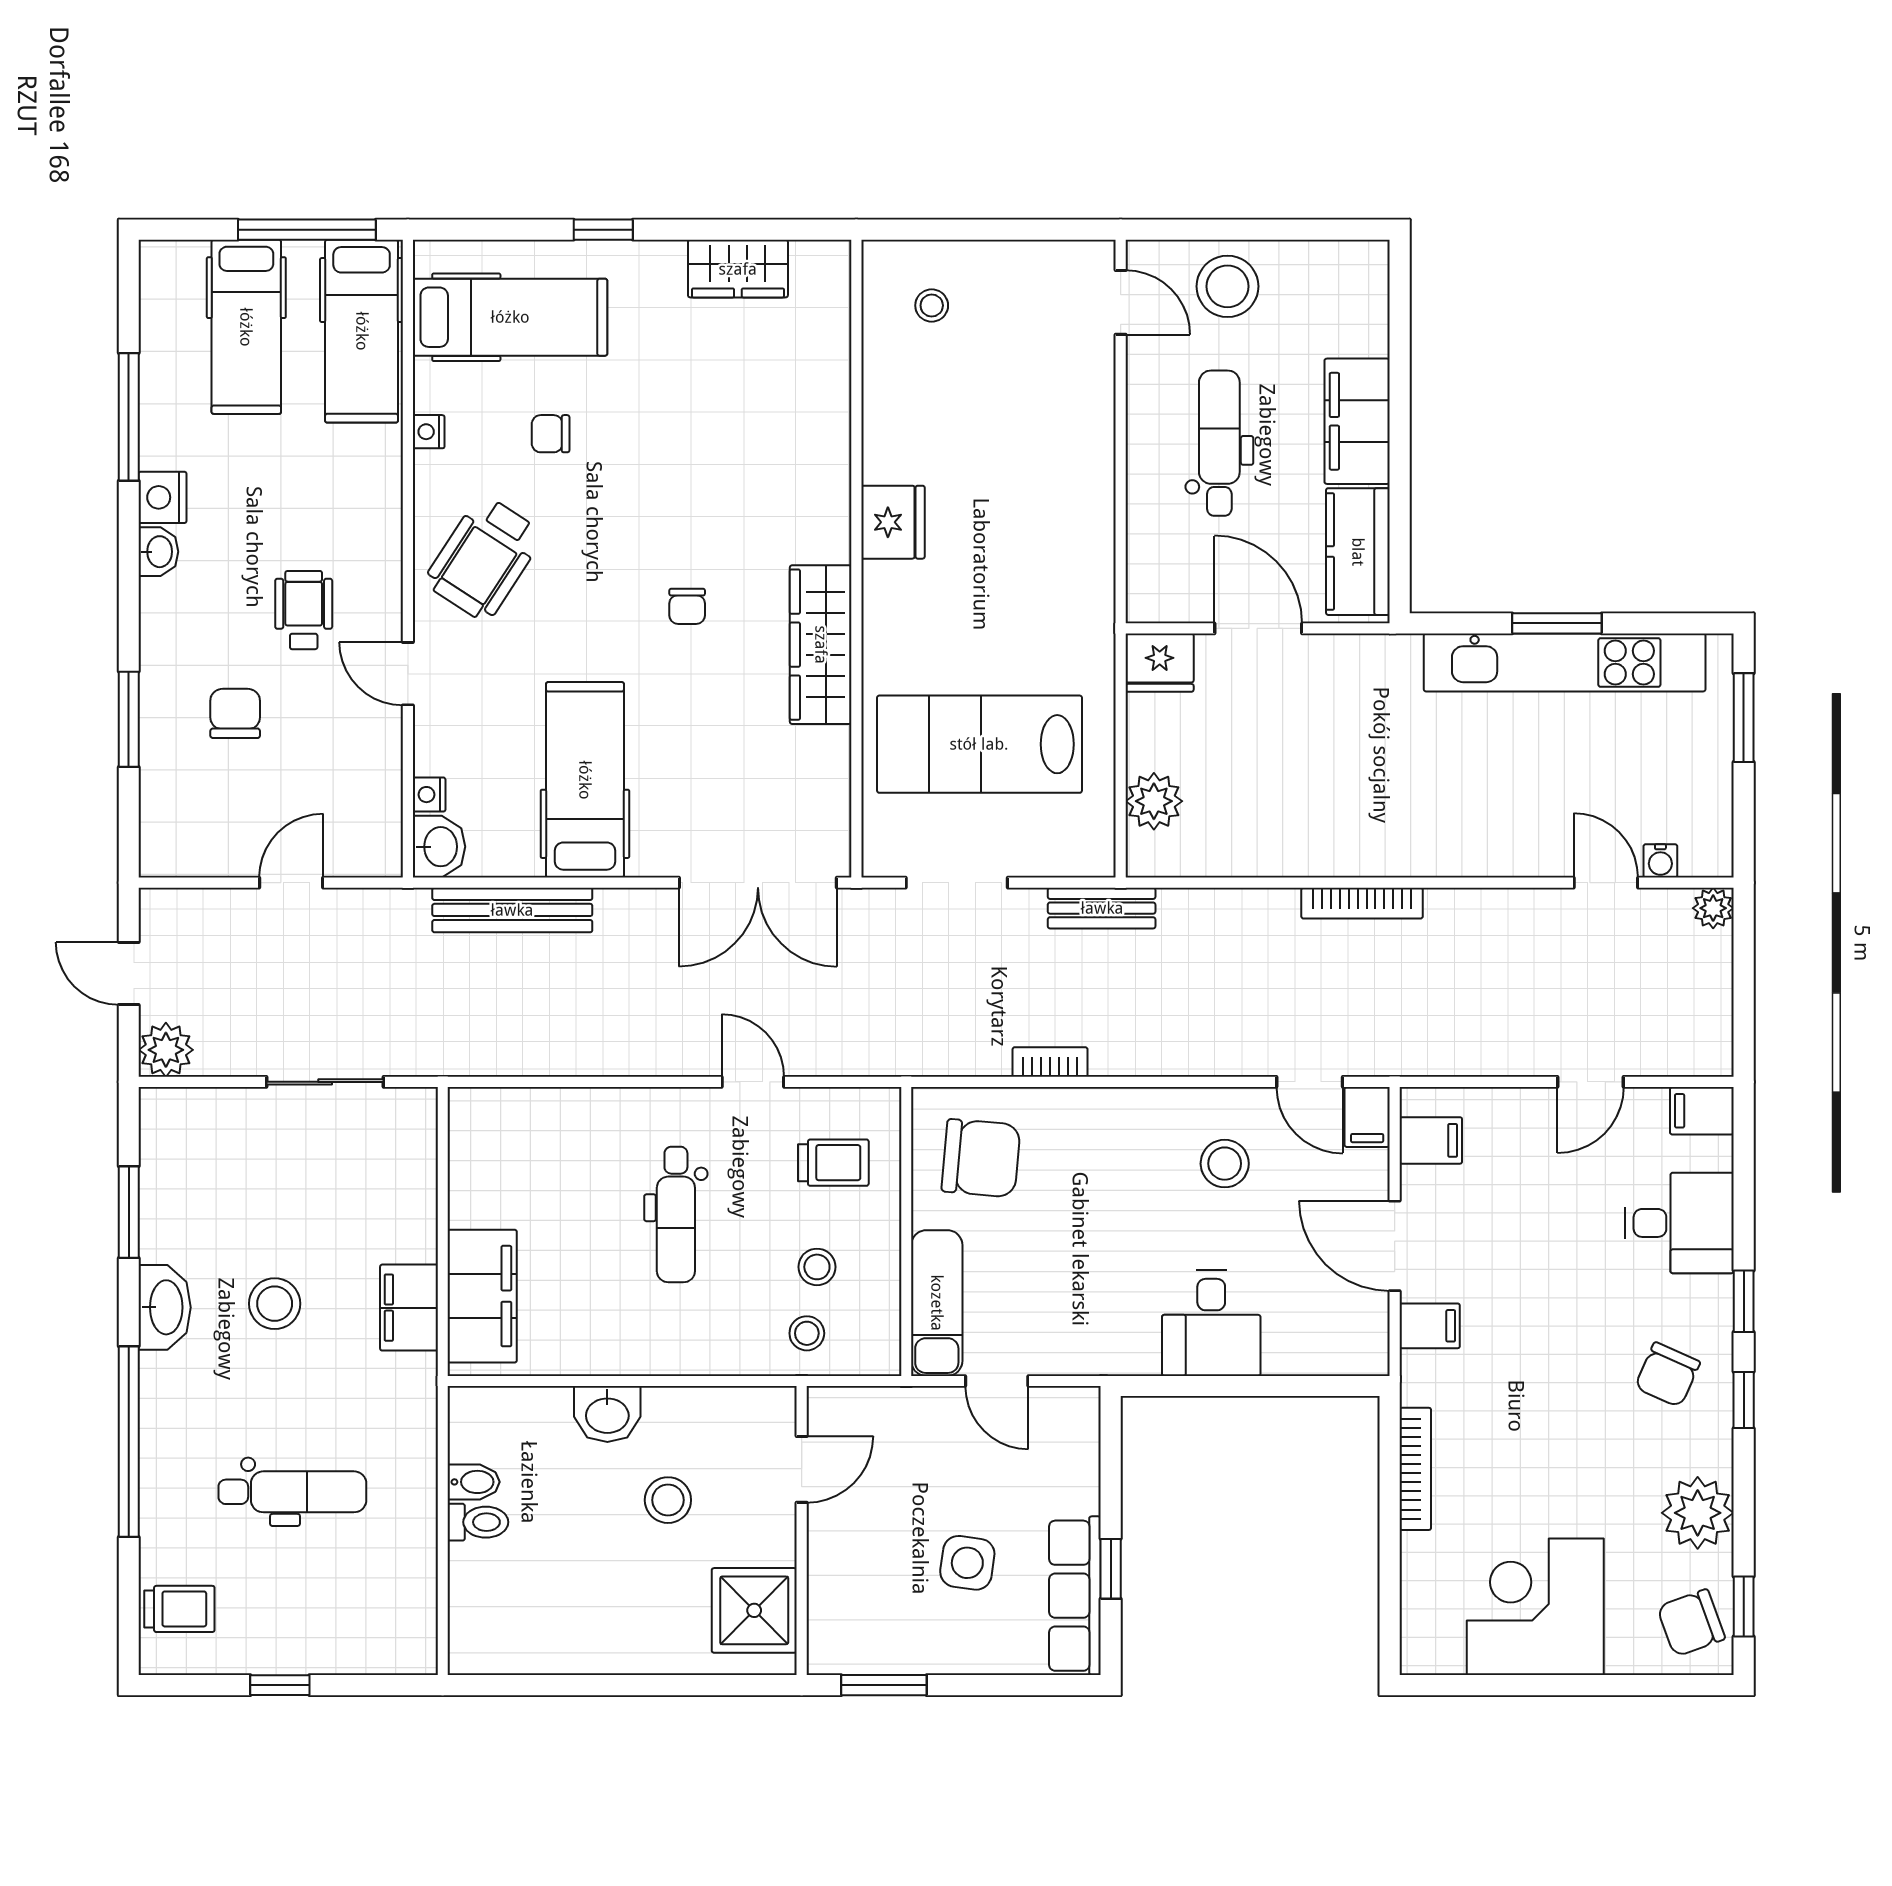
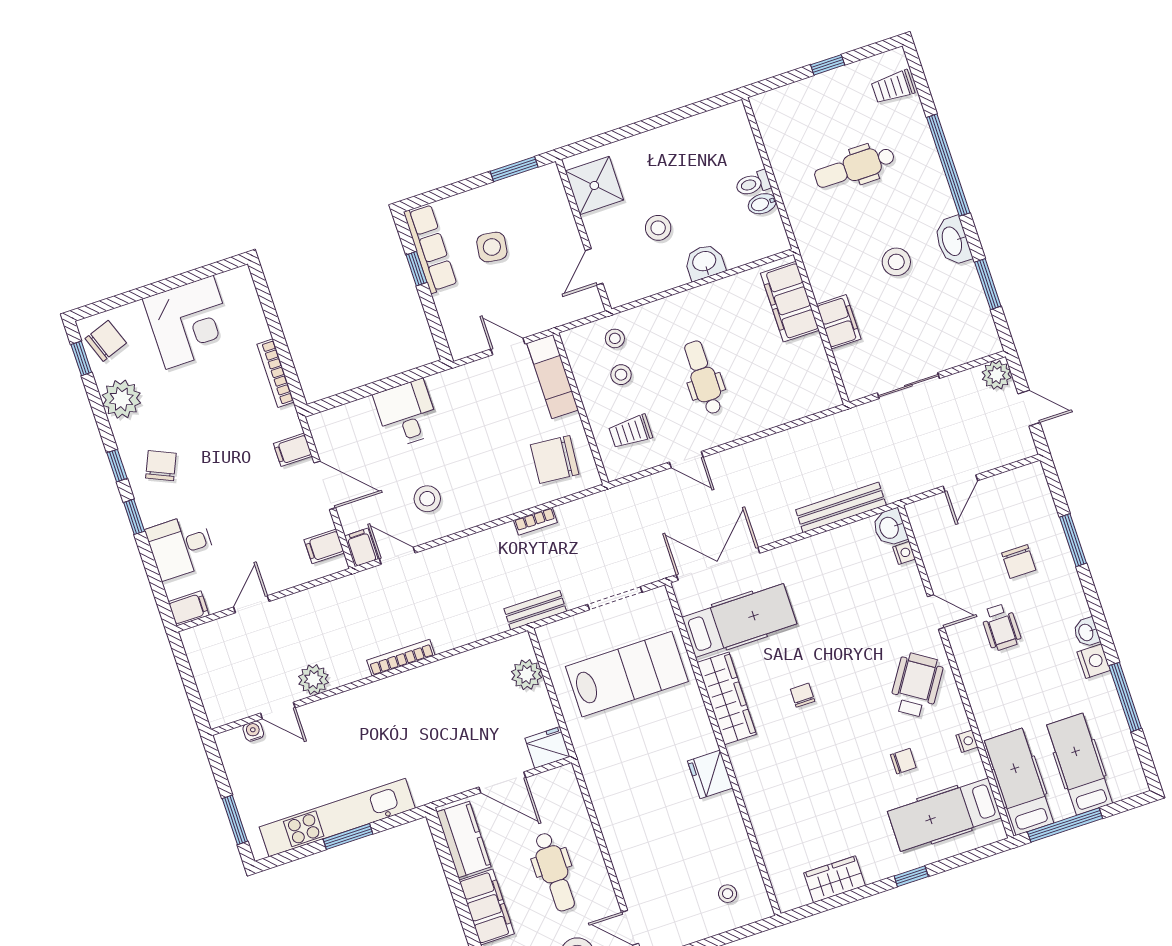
hospital bed: (585, 780) -> (739, 621), moved, turned -90
plant: (1713, 908) -> (314, 679), moved, width x1.38, depth x1.38
filing cabinet: (409, 1308) -> (839, 322), moved

